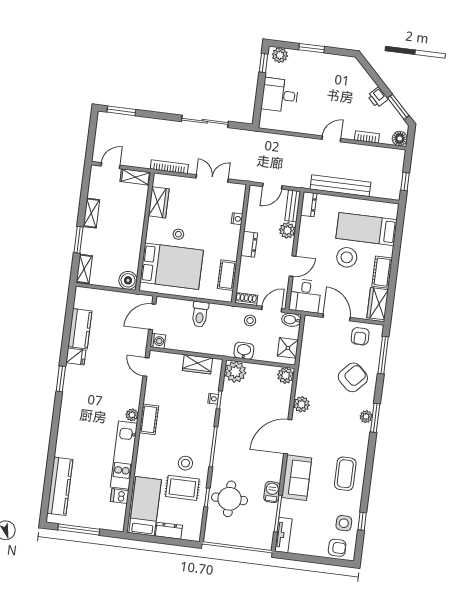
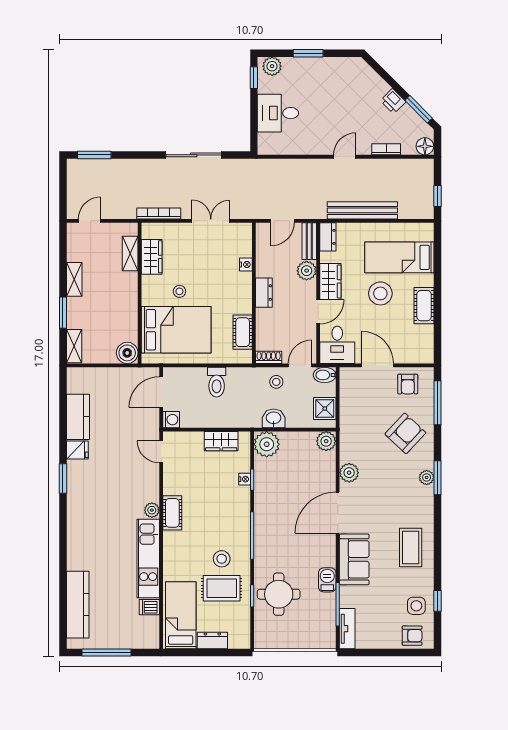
shelving: (135, 177) -> (130, 253), moved, turned 90
wardrobe: (378, 304) -> (330, 281), moved, turned 180

